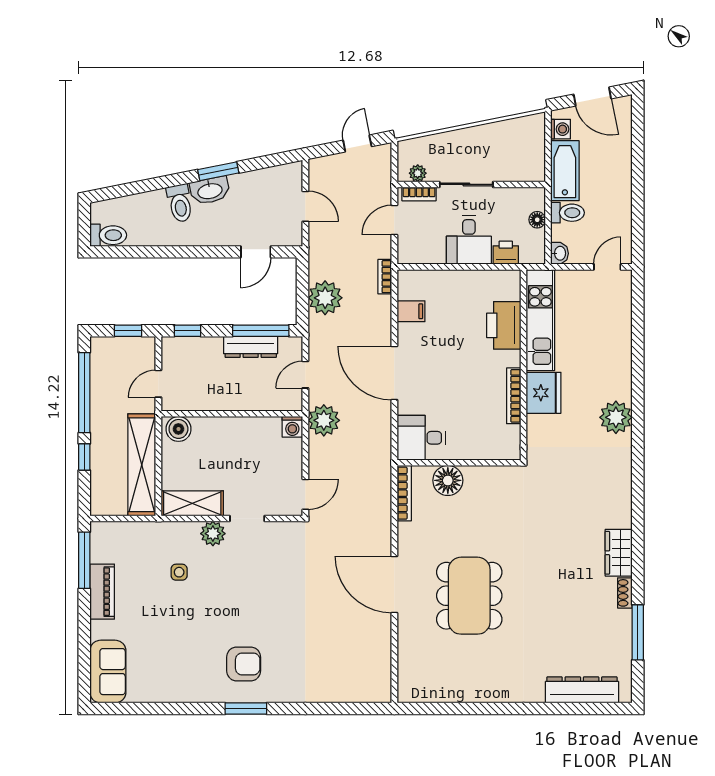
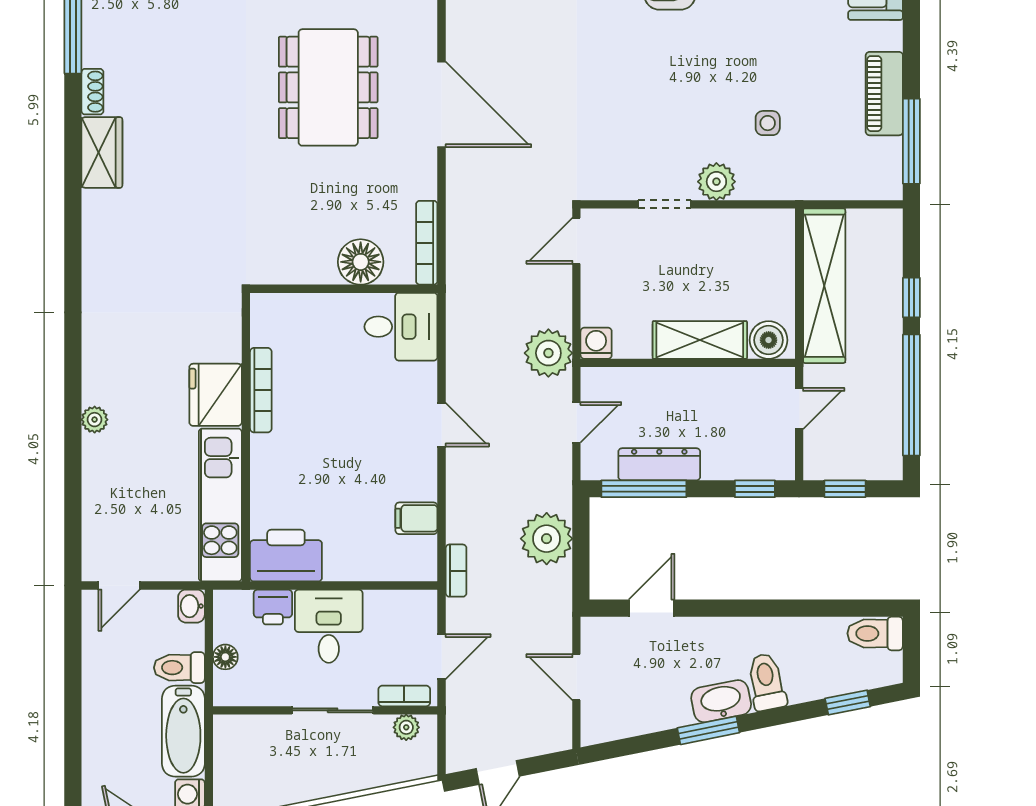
window: (126, 190) -> (848, 702), added
printer: (504, 325) -> (286, 556), moved, turned -90
door: (394, 373) -> (442, 425), width x0.53
plant: (616, 417) -> (95, 420), moved, width x0.53, depth x0.53
shelving: (192, 503) -> (700, 340), moved

